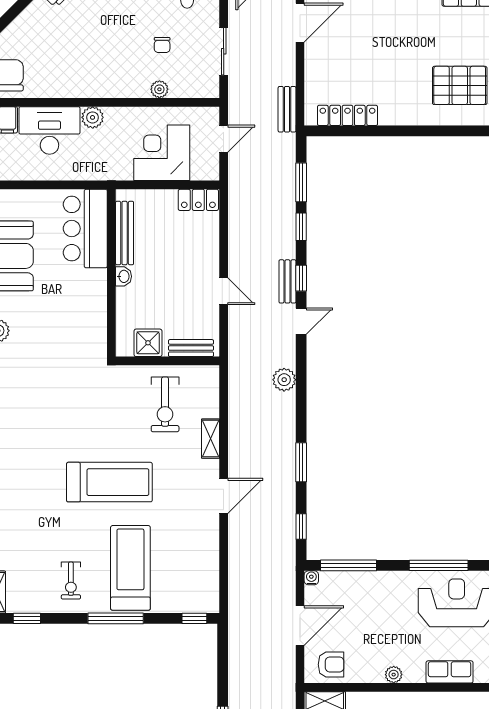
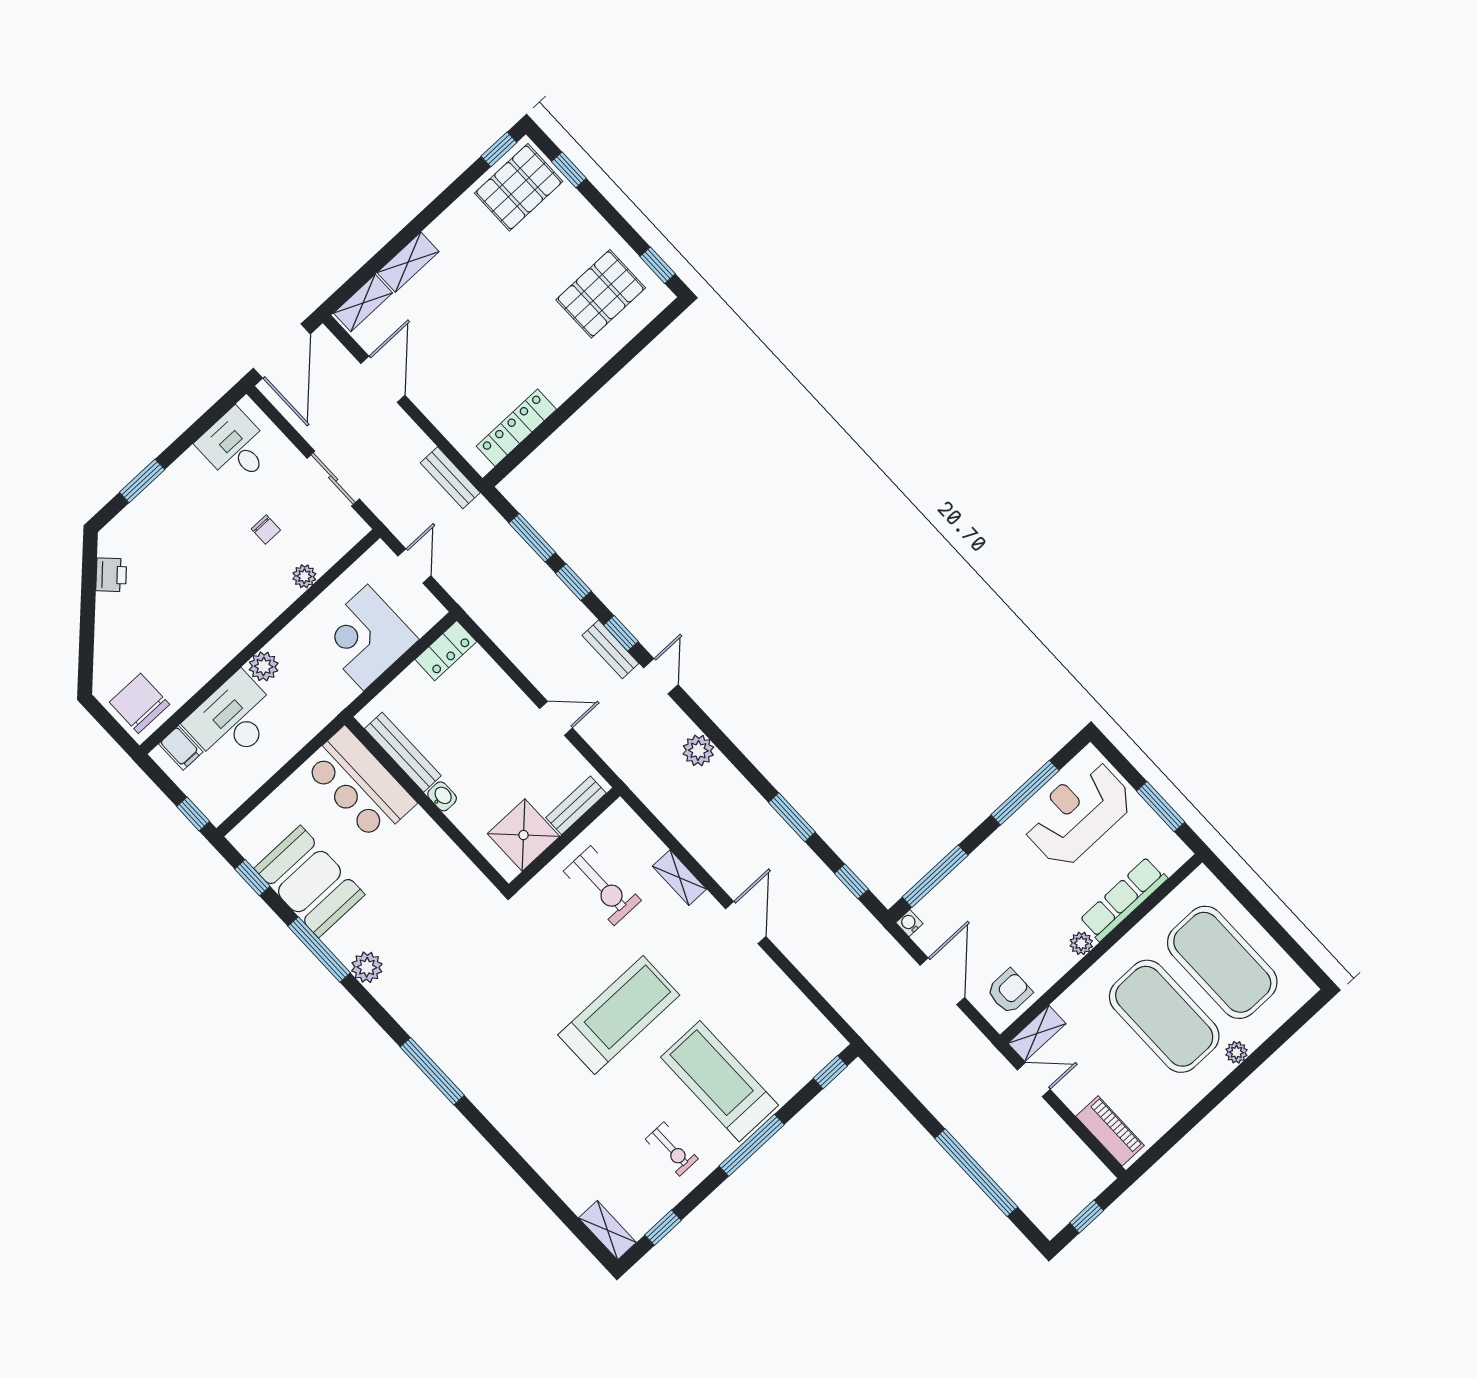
shower: (148, 343) -> (523, 835), width x1.36, depth x1.36
row of seats: (450, 672) -> (1124, 899), width x1.48

